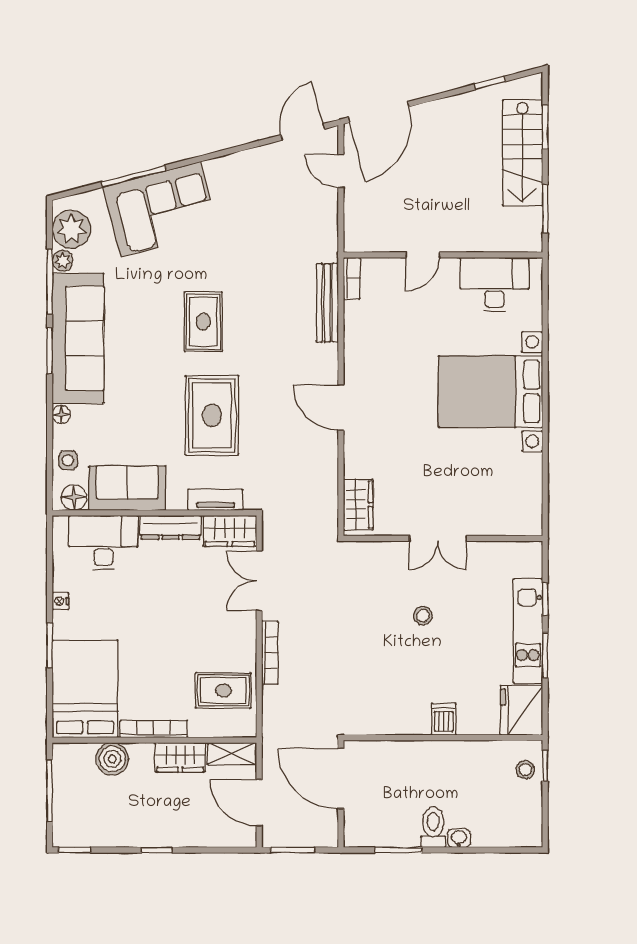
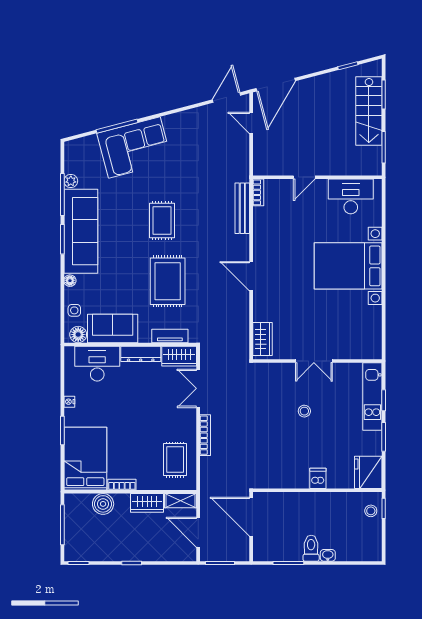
plant: (71, 229) -> (76, 161), removed
kitchen unit: (528, 631) -> (372, 397), moved
rug: (223, 690) -> (175, 460), turned 90
bookcase: (154, 729) -> (122, 485), width x0.64

